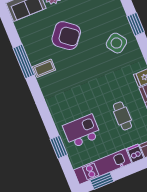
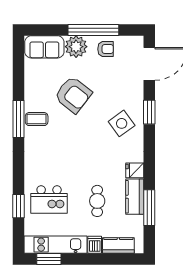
window: (24, 61) -> (19, 119), moved
kitchen island: (82, 131) -> (49, 200), turned 180

